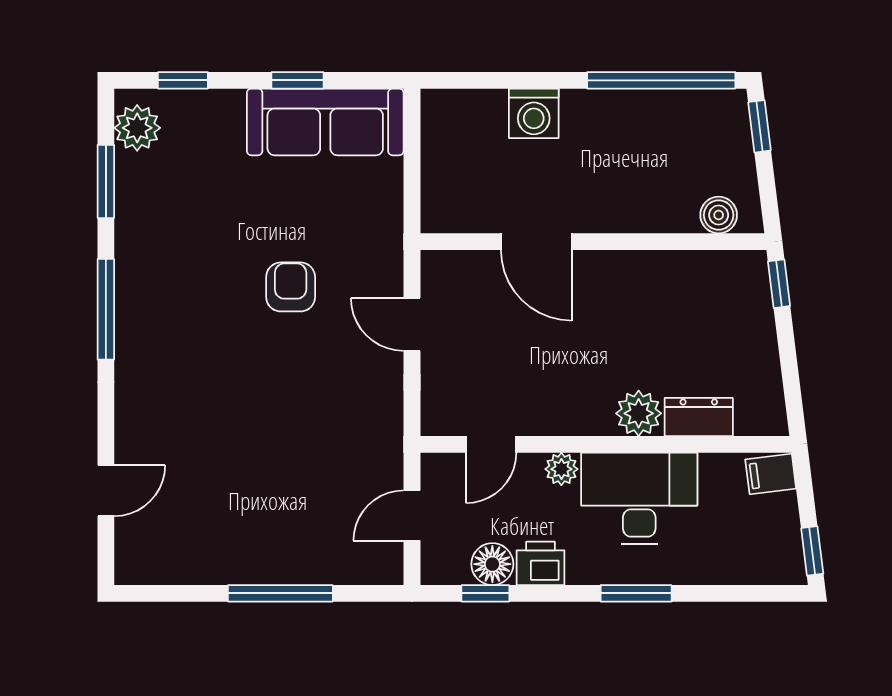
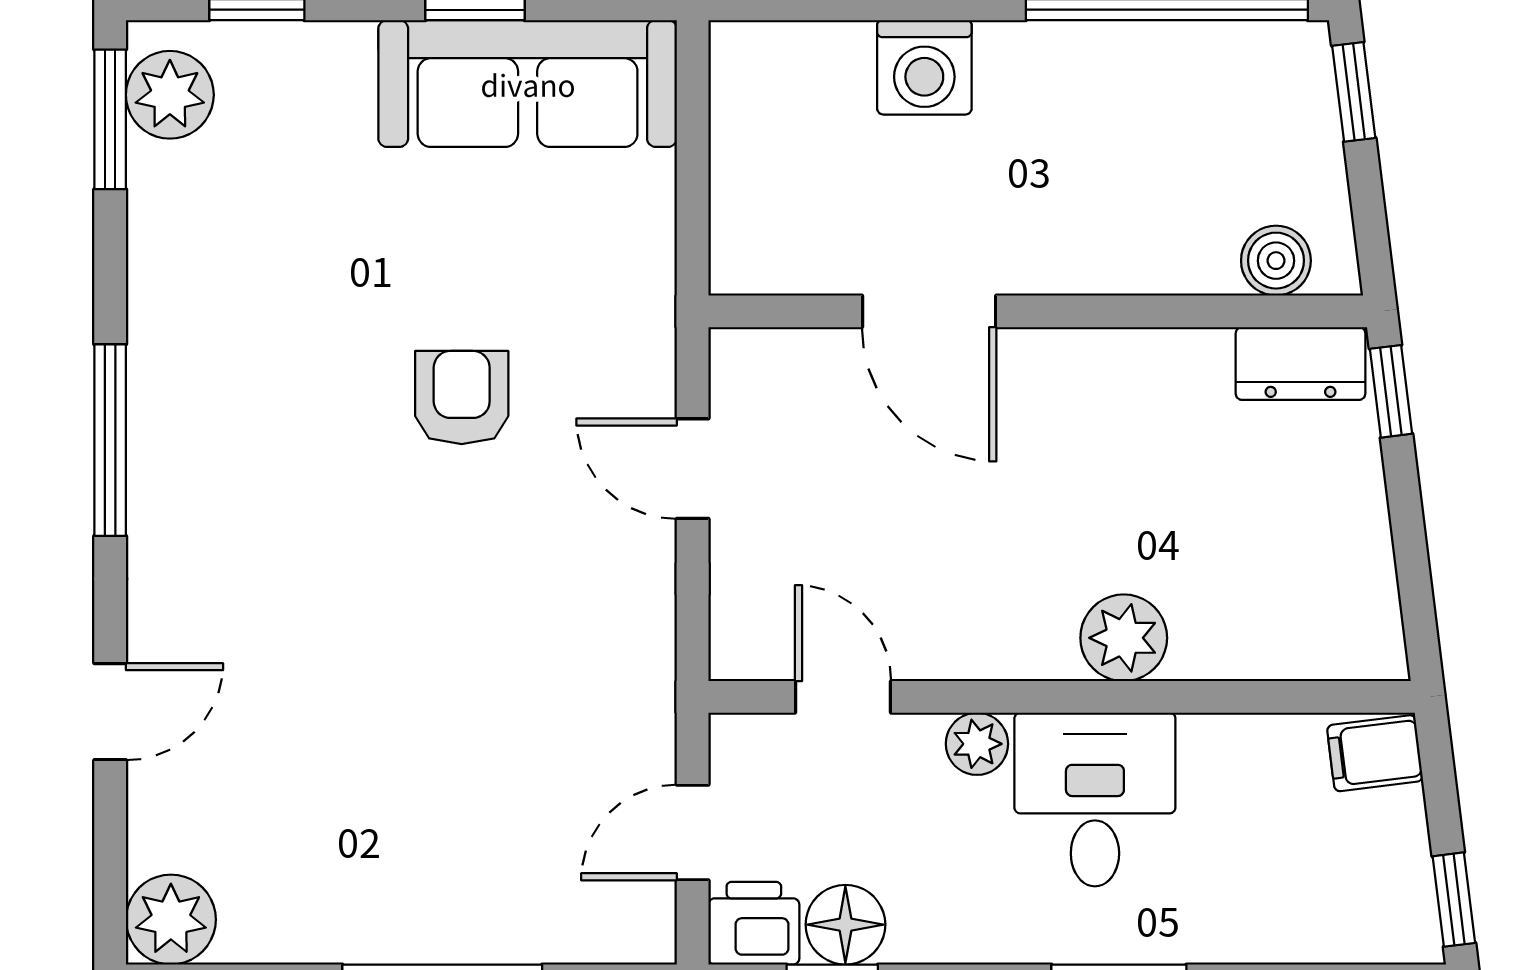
window: (106, 181) -> (110, 119), moved
dresser: (699, 417) -> (1300, 363), moved, turned 180
door: (491, 444) -> (843, 697), swing flipped
door: (106, 491) -> (110, 712), moved
desk: (639, 498) -> (1095, 800), width x0.73
plant: (138, 561) -> (171, 920), added
printer: (540, 563) -> (754, 923), moved

